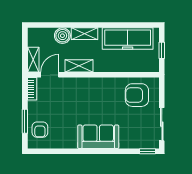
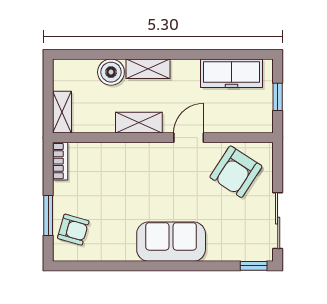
freezer: (128, 39) -> (232, 73), width x0.73, depth x0.79
door: (50, 75) -> (189, 138), moved
armchair: (137, 95) -> (236, 172), turned -57
armchair: (40, 130) -> (73, 230), turned -74

